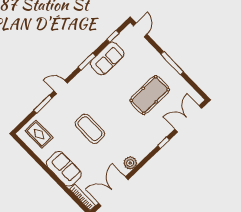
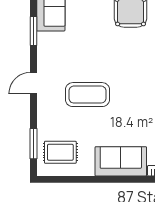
window: (43, 104) -> (33, 144), moved
coffee table: (90, 129) -> (87, 95), moved

